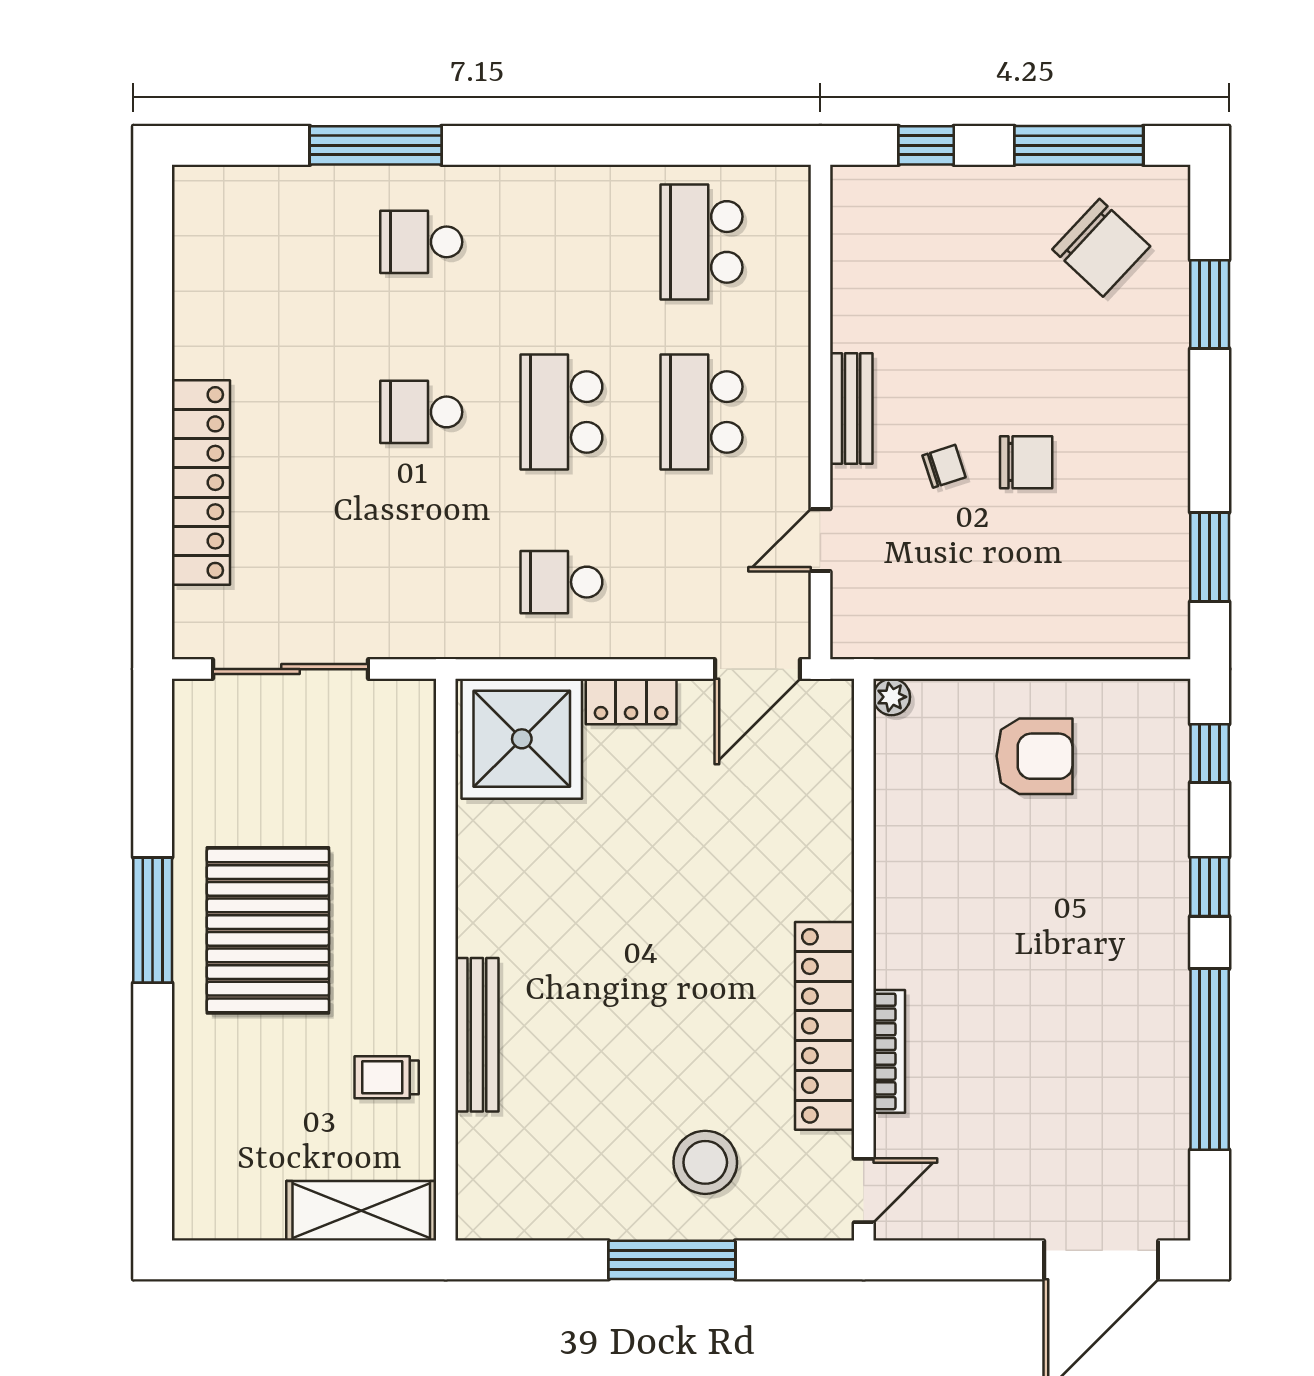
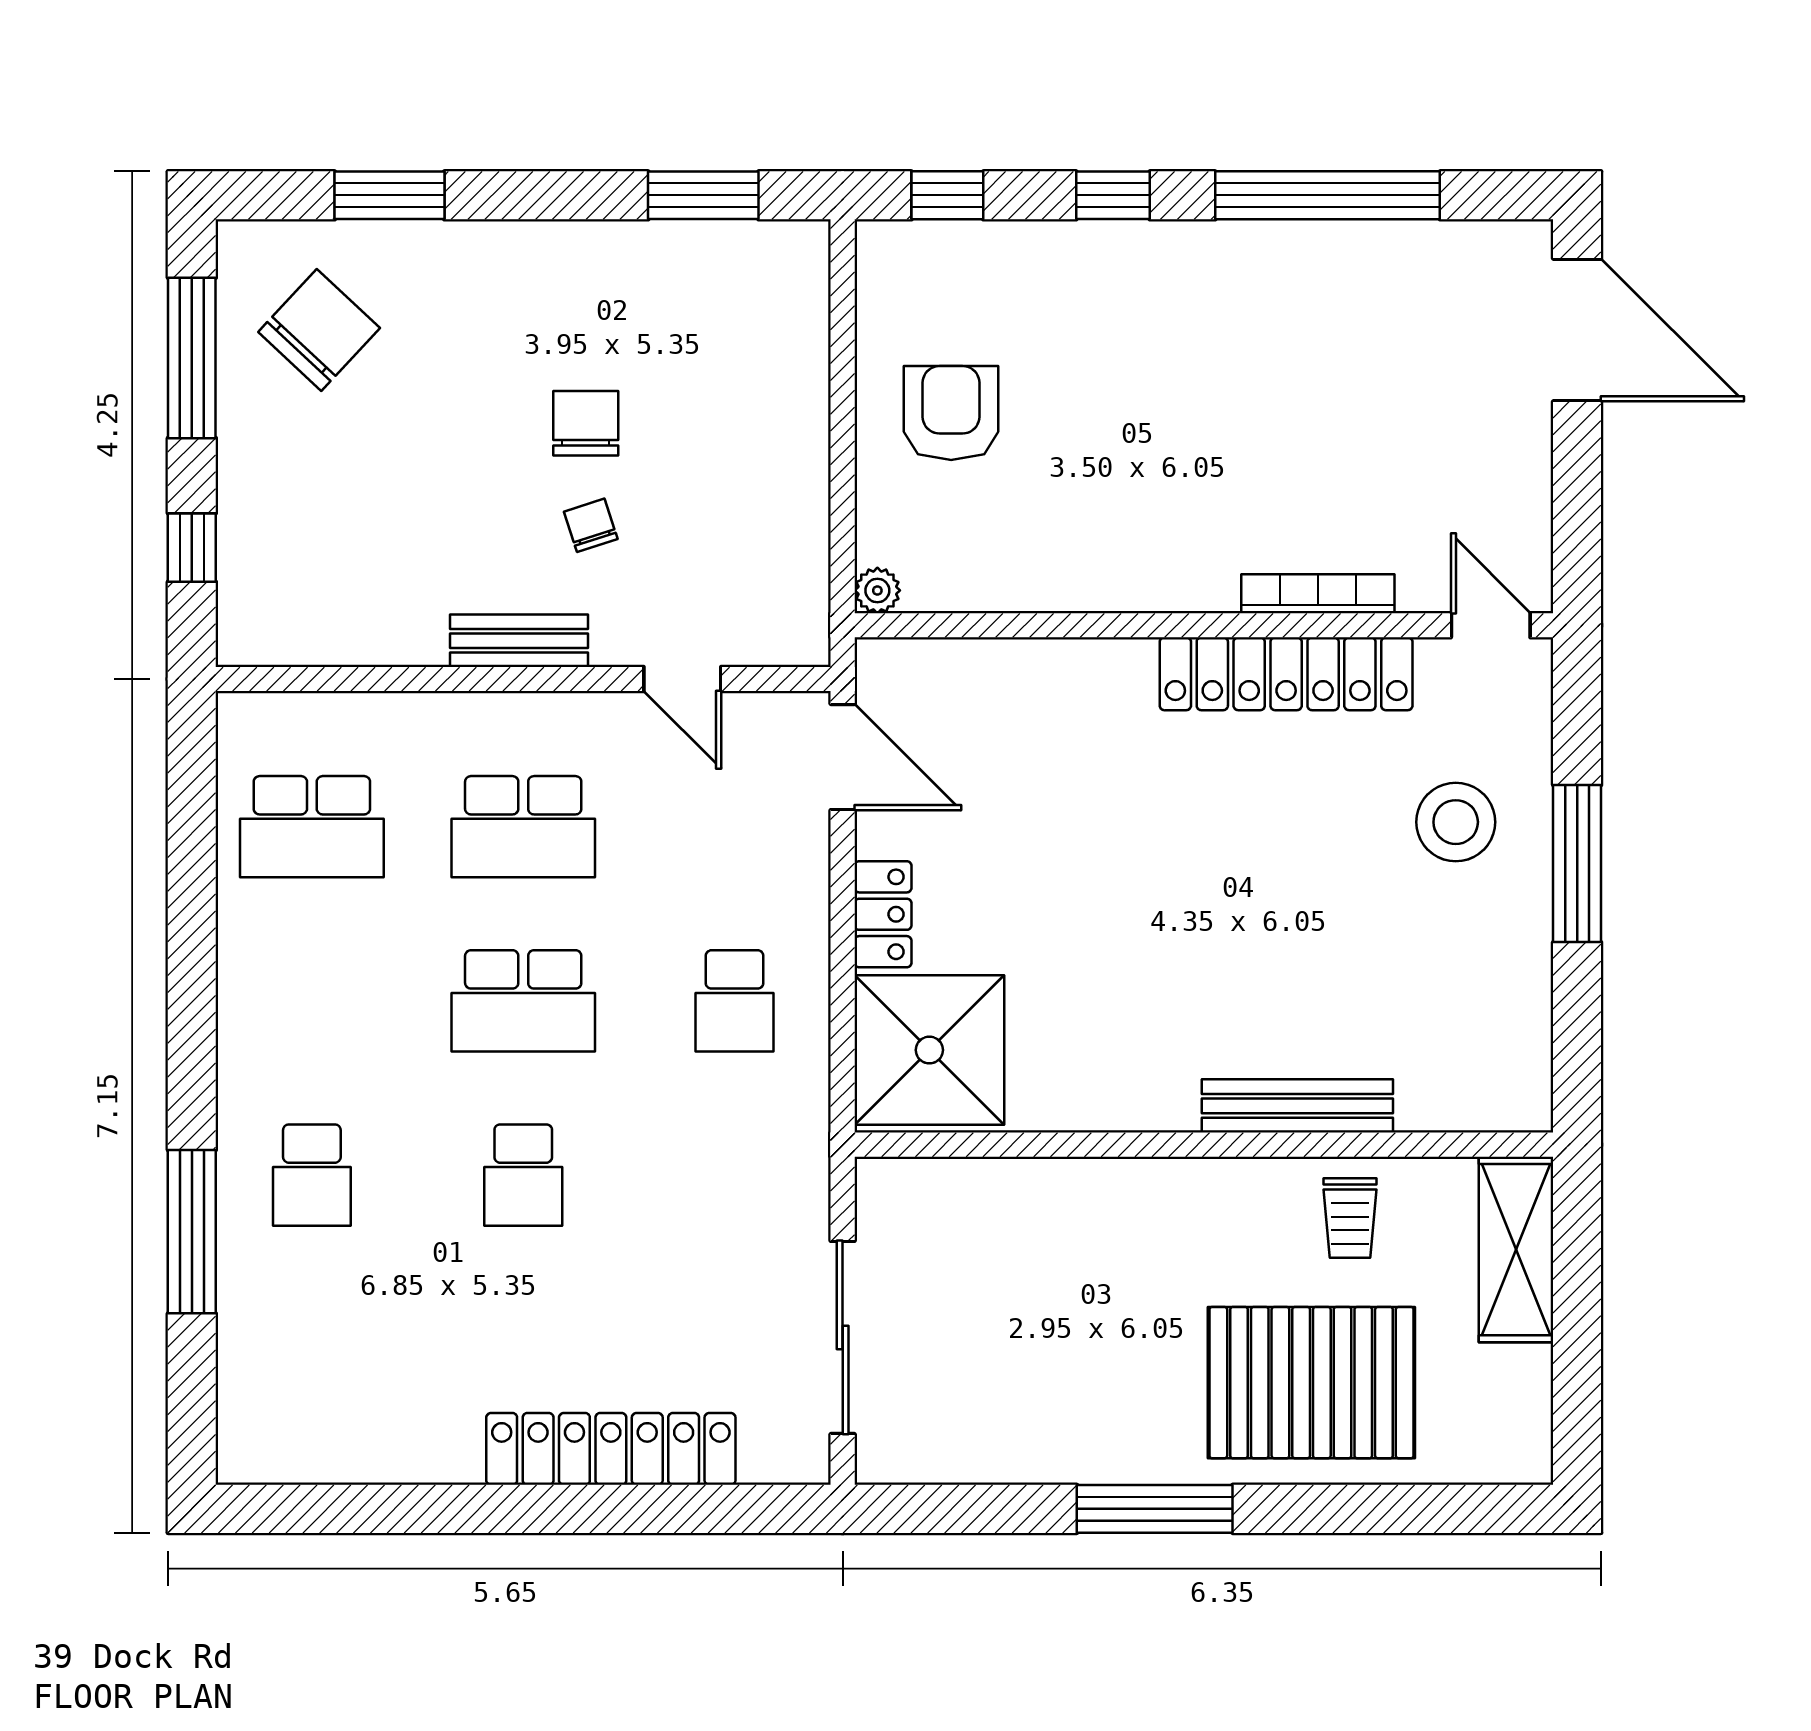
pallet: (268, 930) -> (1311, 1383), moved

